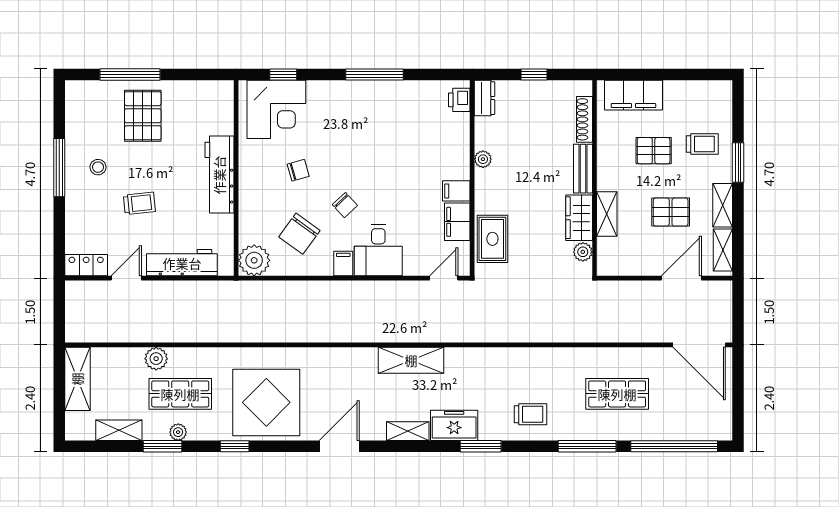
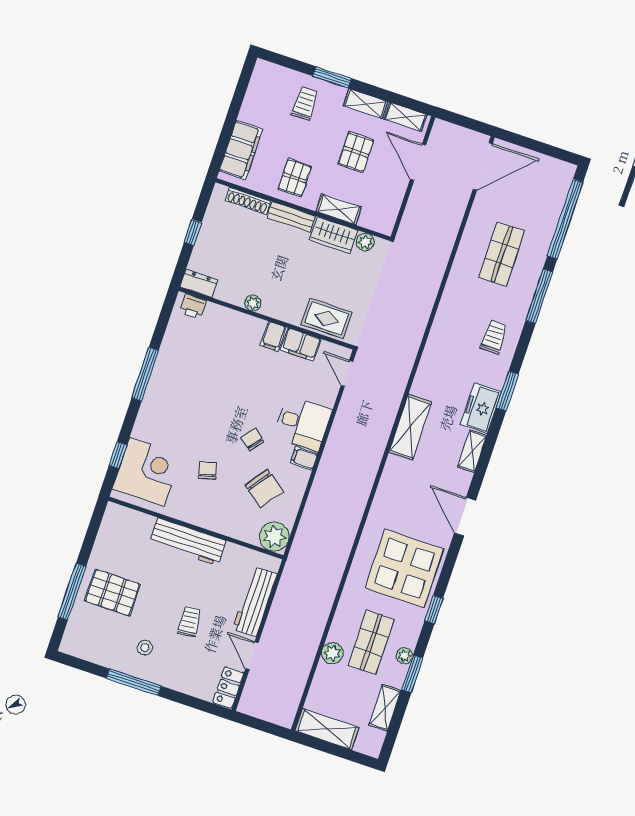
pallet: (654, 151) -> (295, 178), moved
chair: (345, 205) -> (252, 440), turned -98

